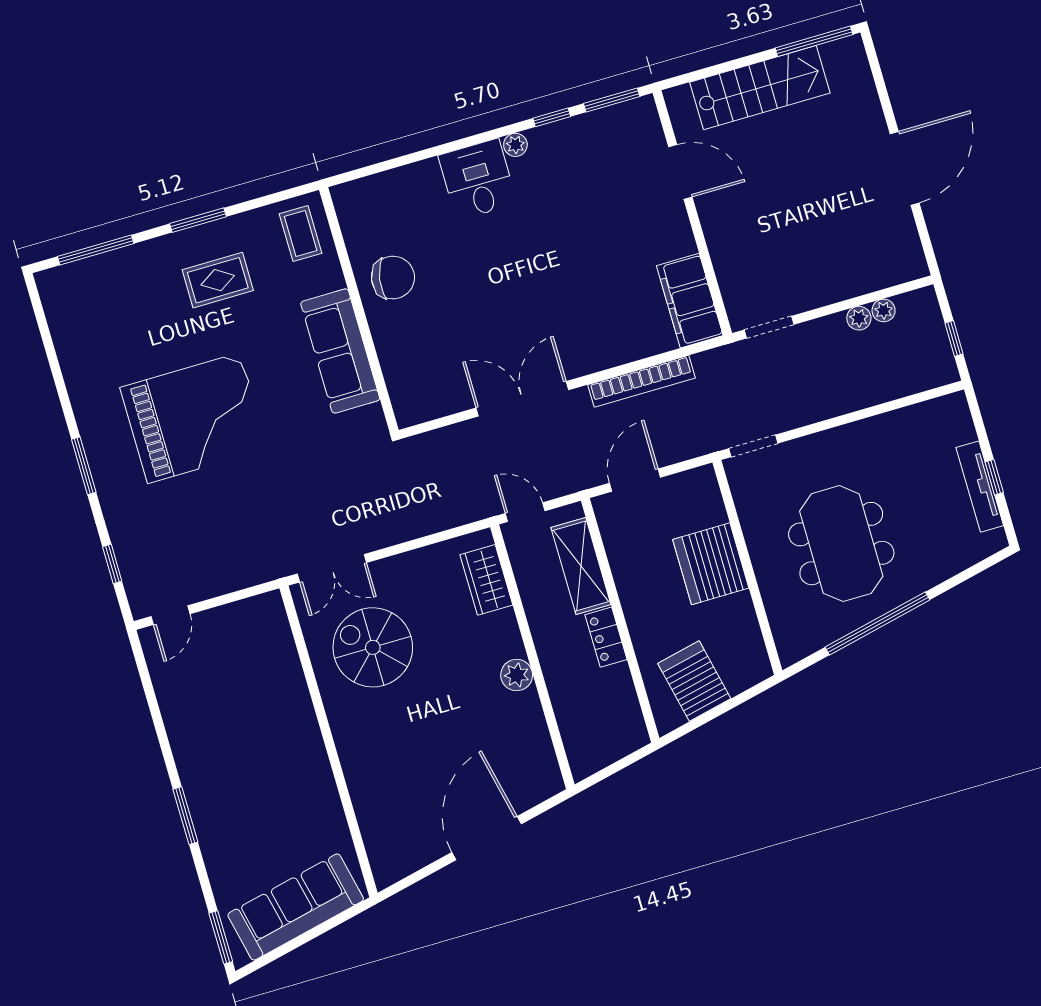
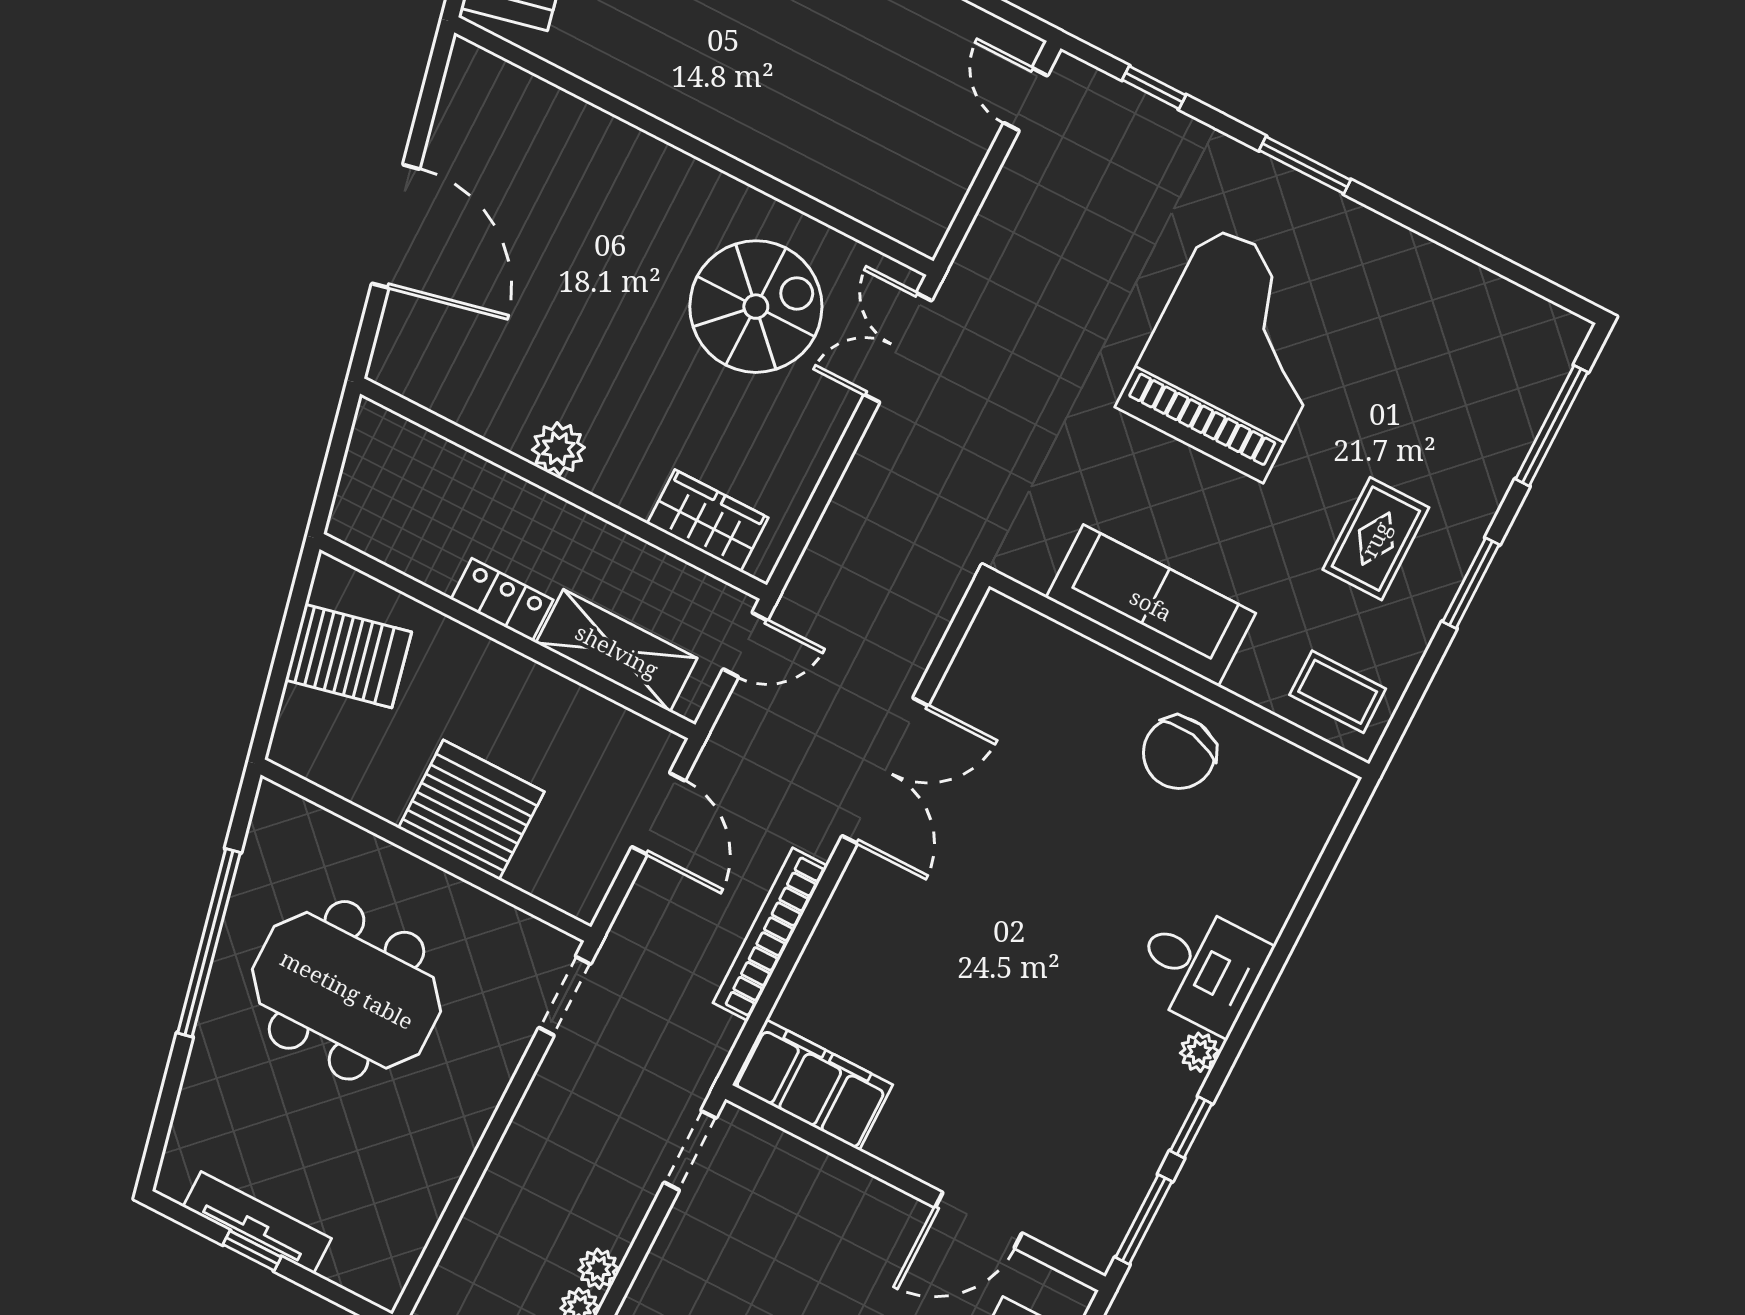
grand piano: (194, 418) -> (1237, 352), turned 180

